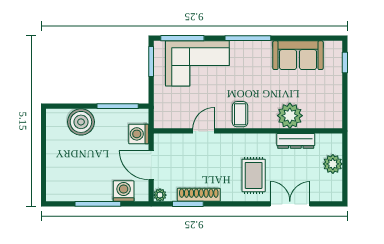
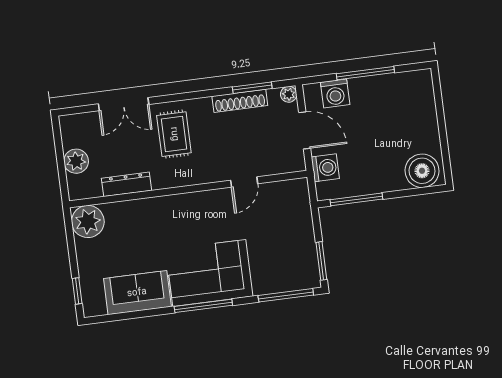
corner sofa: (197, 63) -> (209, 273), moved
coffee table: (240, 114) -> (201, 209), removed
plant: (290, 116) -> (88, 221), moved
boiler: (81, 122) -> (422, 171), moved

